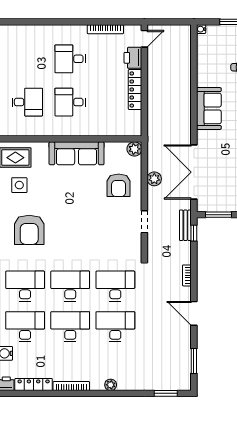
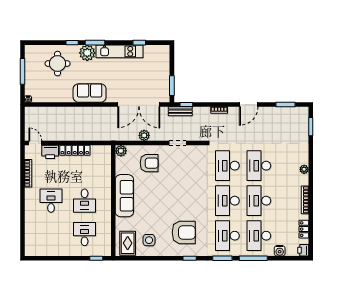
desk: (70, 59) -> (51, 201), turned 180
locker: (34, 384) -> (304, 229), width x0.66

